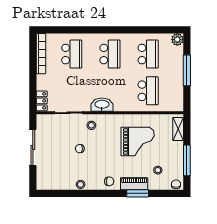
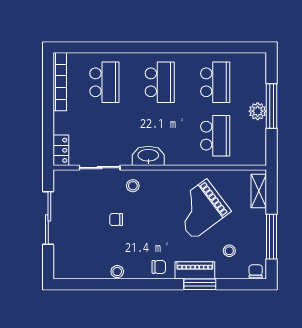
plant: (177, 40) -> (258, 111), moved
grand piano: (138, 142) -> (200, 209), turned 143

